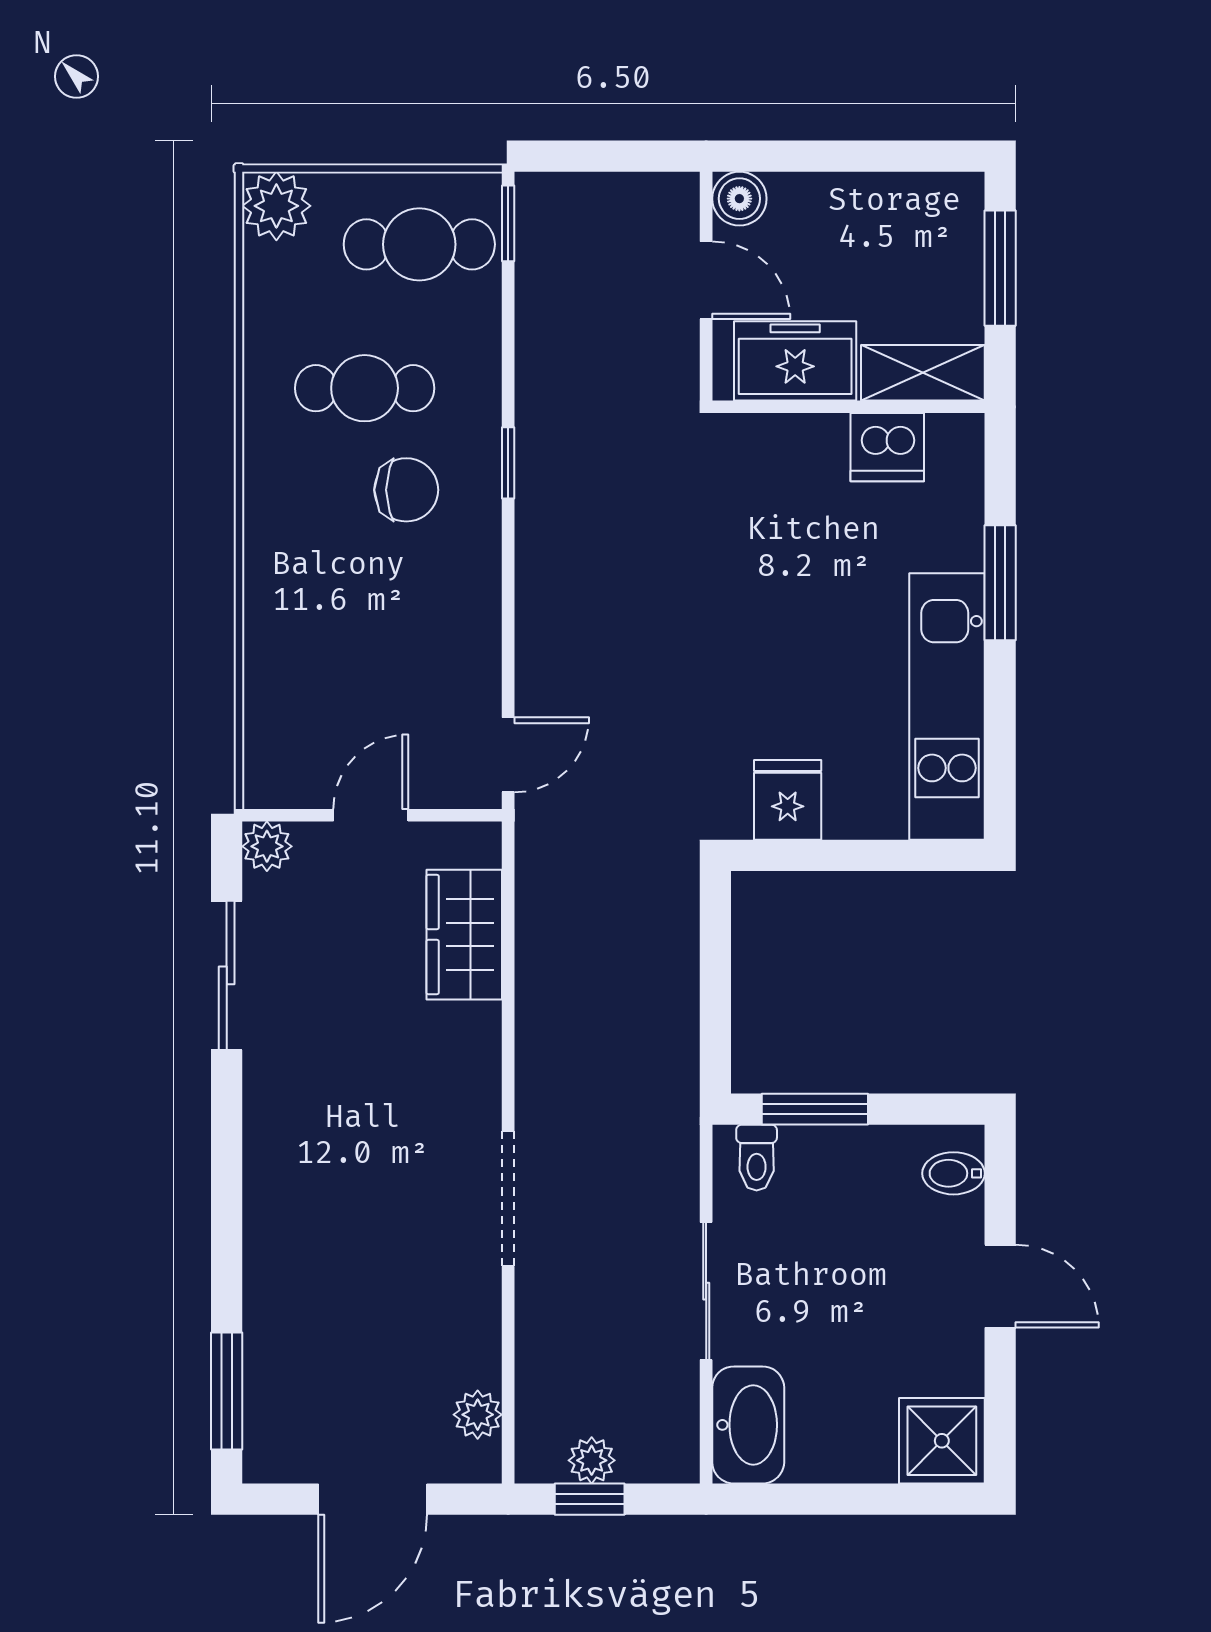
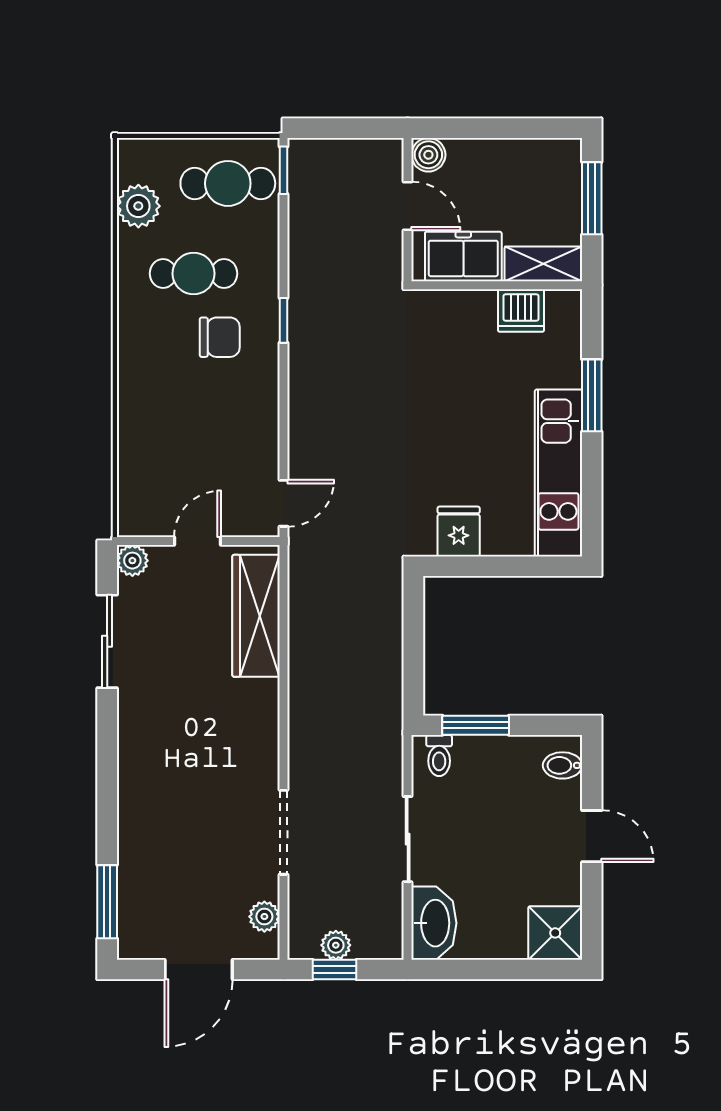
plant: (276, 206) -> (138, 206), moved
wardrobe: (464, 935) -> (256, 616), width x1.50
doorway: (508, 1199) -> (283, 832), moved

